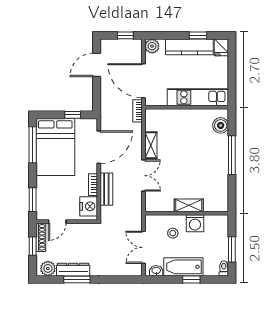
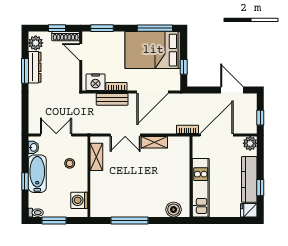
door: (99, 147) -> (153, 92), hinge flipped
window: (232, 155) -> (129, 220), moved
shelving: (189, 205) -> (96, 157), moved
washing machine: (195, 223) -> (79, 200), moved

